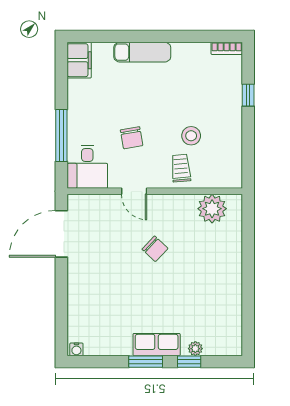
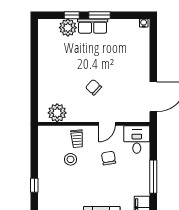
window: (61, 135) -> (153, 177), moved
door: (134, 191) -> (107, 124), swing flipped
plant: (195, 349) -> (68, 28), width x1.87, depth x1.87

